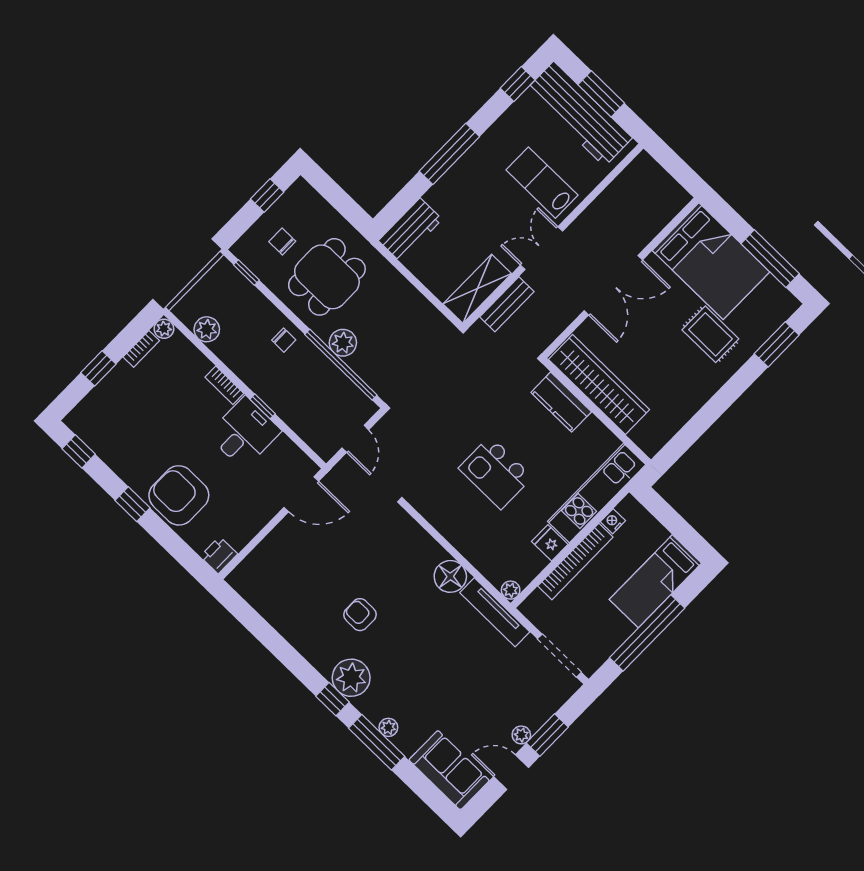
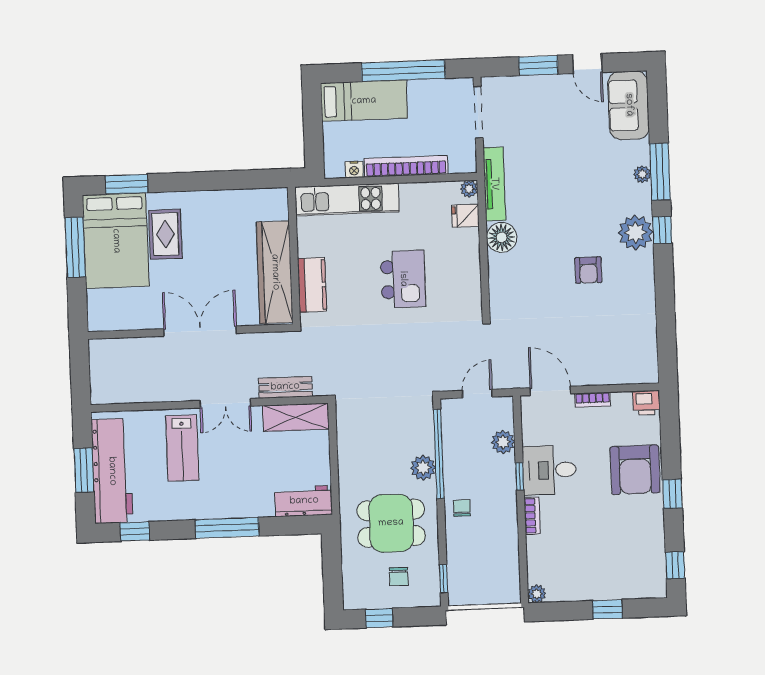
bed: (711, 261) -> (116, 241), moved, turned 180
plant: (207, 329) -> (503, 442), moved
bookcase: (141, 349) -> (593, 400), moved, turned 180
fridge: (550, 543) -> (465, 216), moved, turned 90
plant: (521, 735) -> (556, 82), removed

